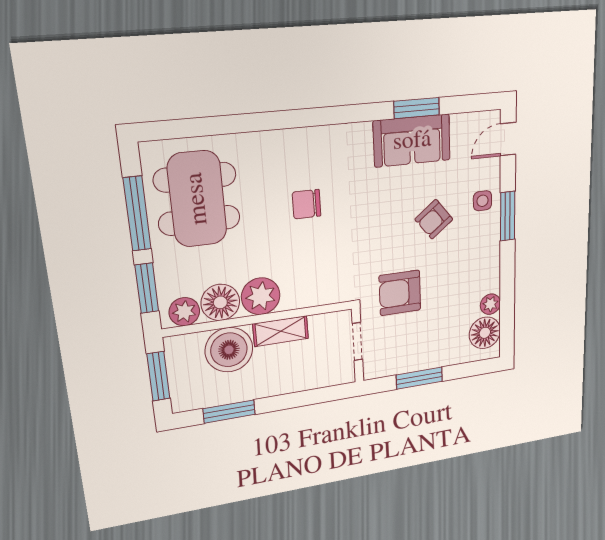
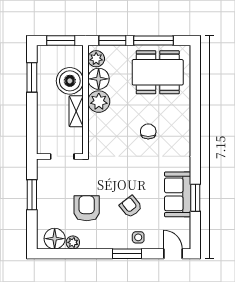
armchair: (400, 293) -> (87, 208), moved

